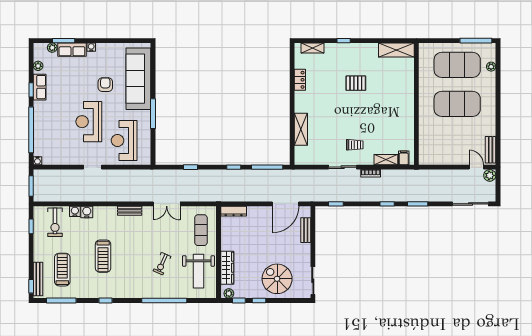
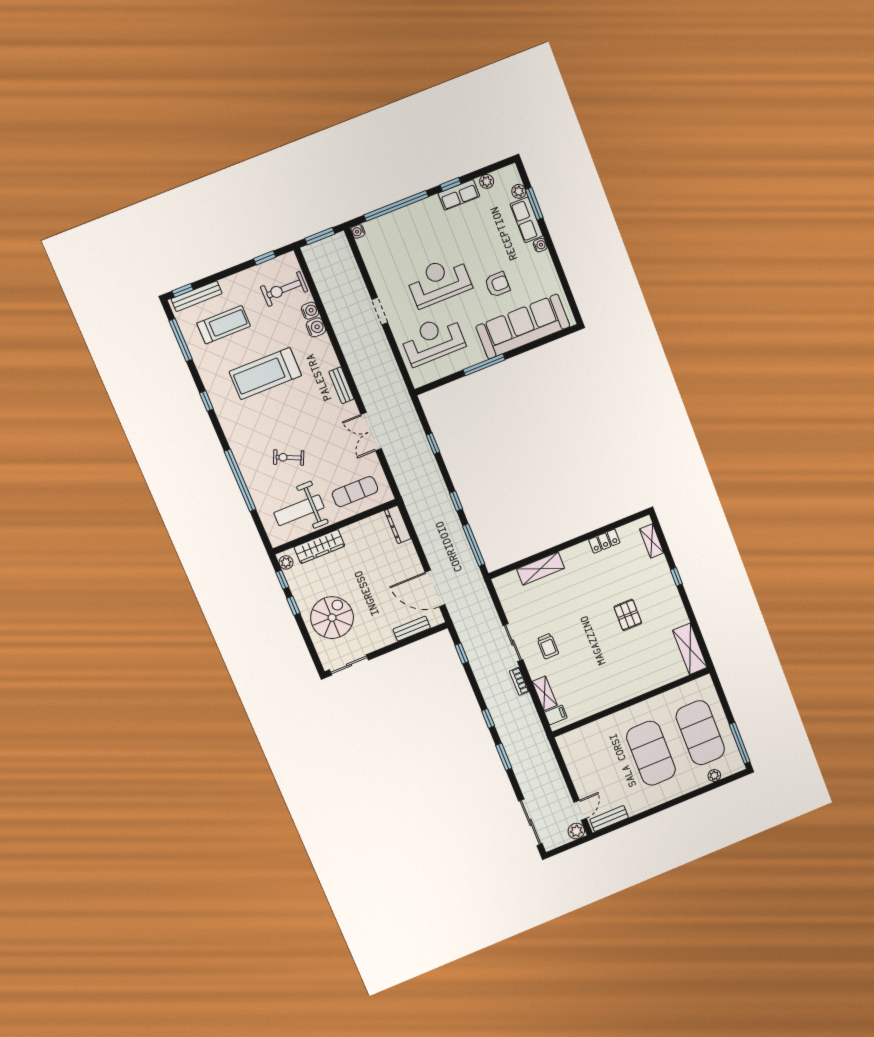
treadmill: (103, 256) -> (265, 374), width x1.37, depth x1.38

